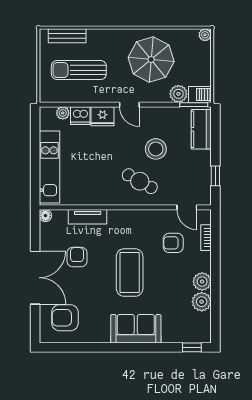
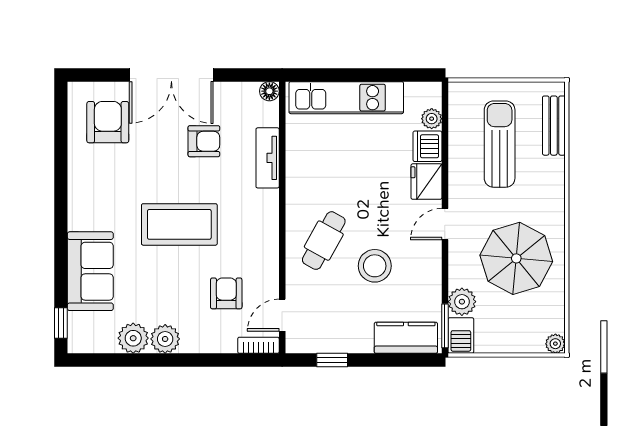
bookcase: (206, 238) -> (258, 345), moved
sofa: (136, 329) -> (90, 271), moved

